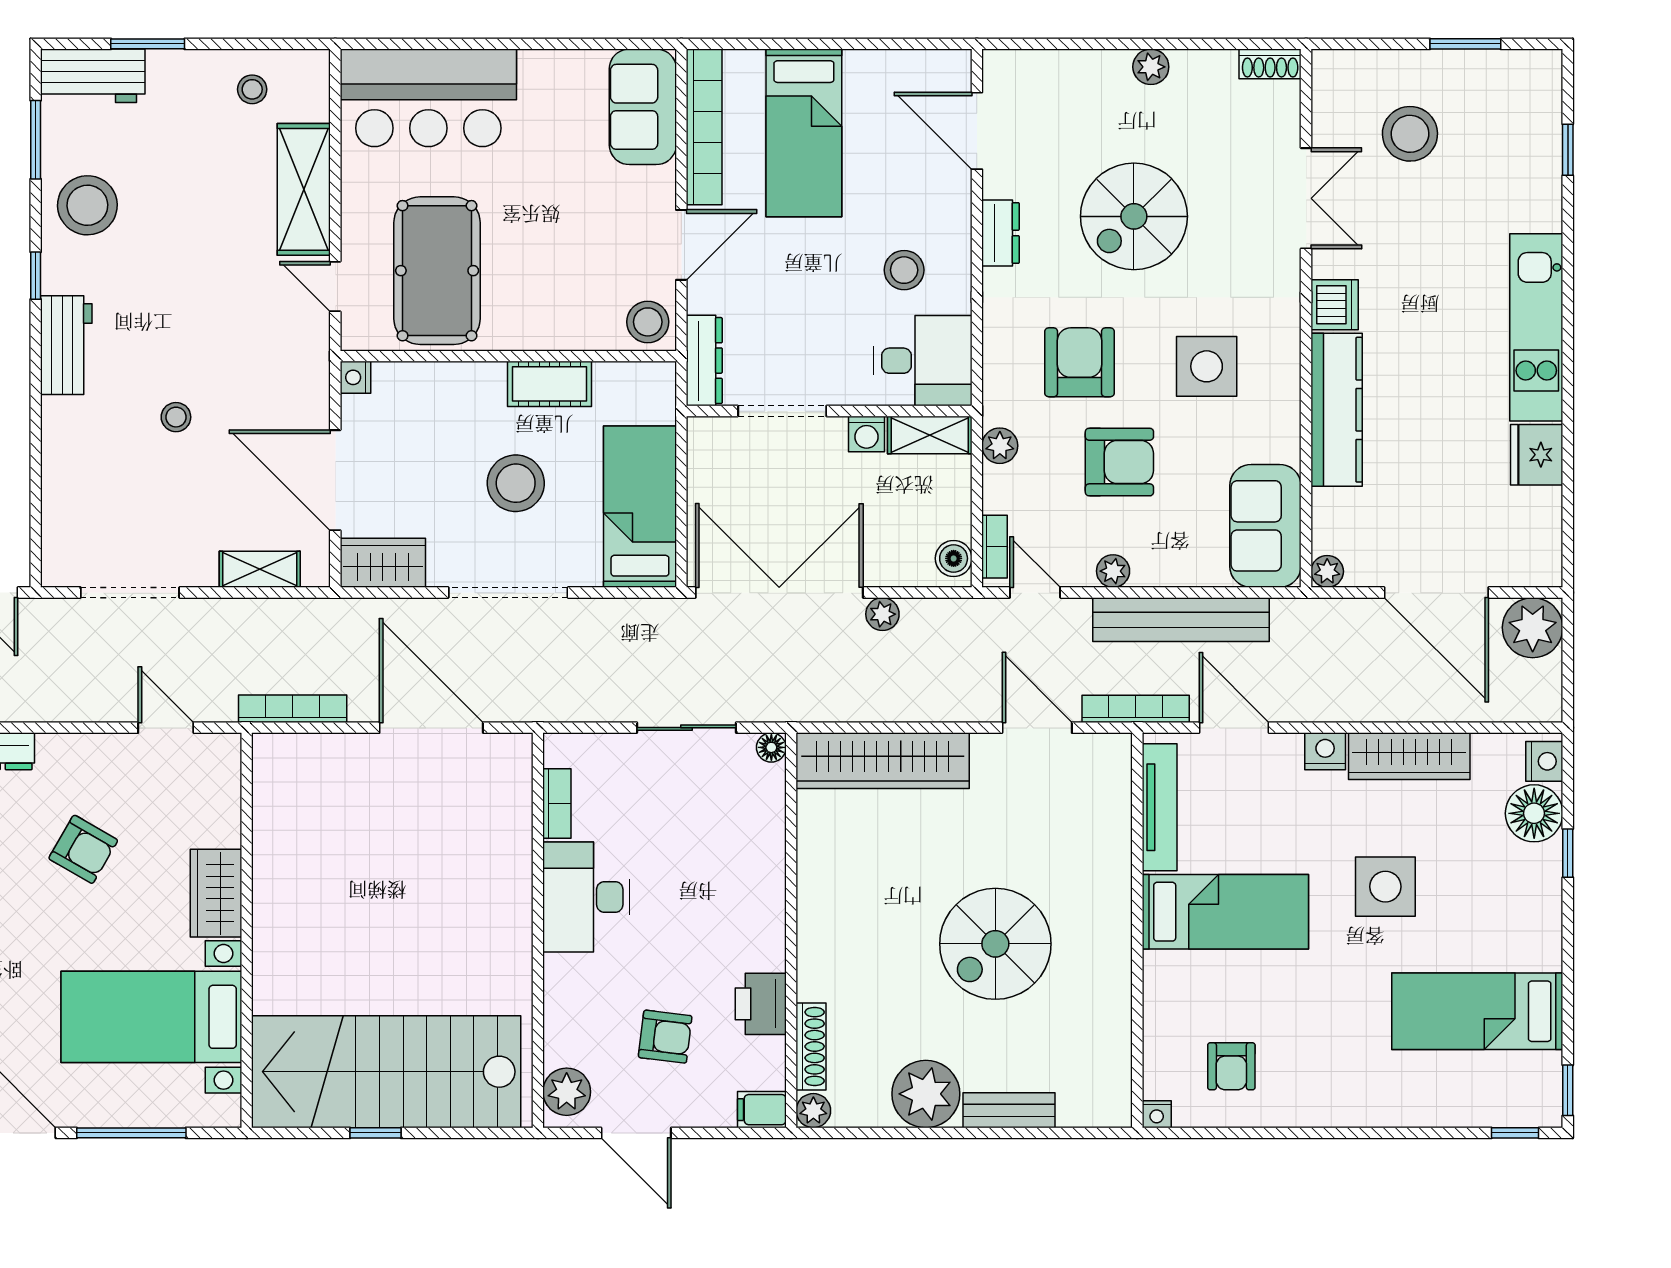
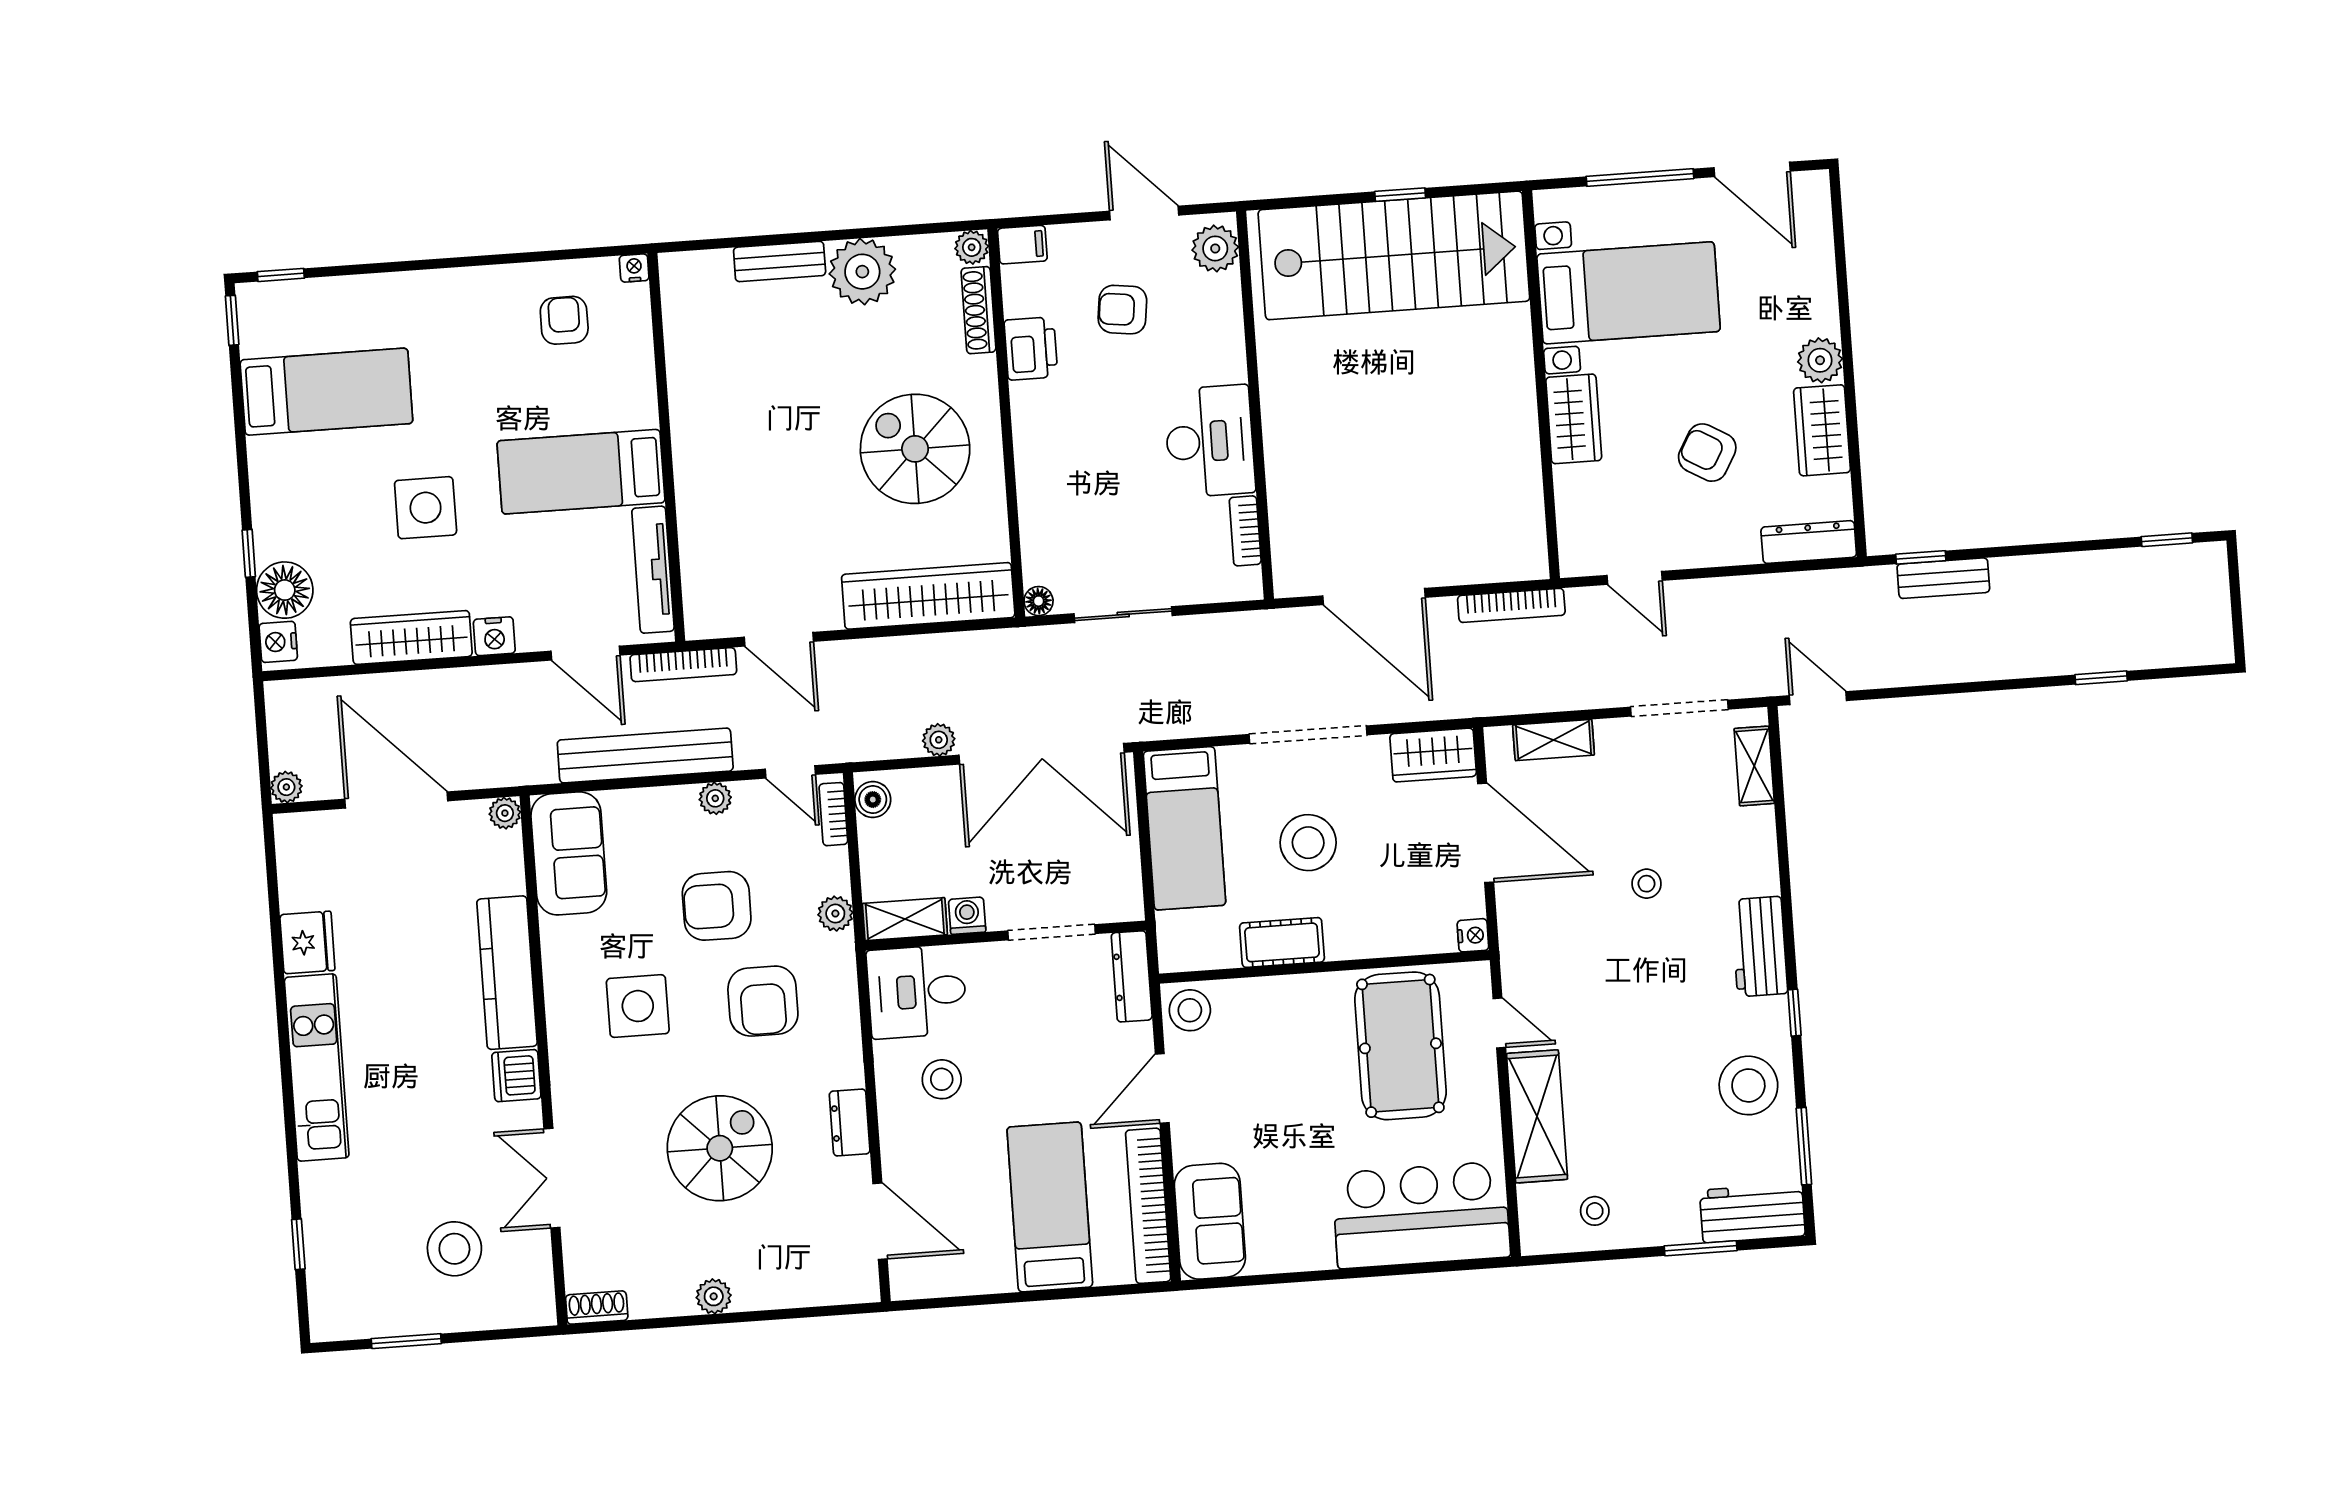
shelving: (58, 528) -> (1754, 766), added
plant: (1533, 628) -> (286, 787), width x0.53, depth x0.53
spiral stairs: (995, 944) -> (915, 449), moved, turned -90

